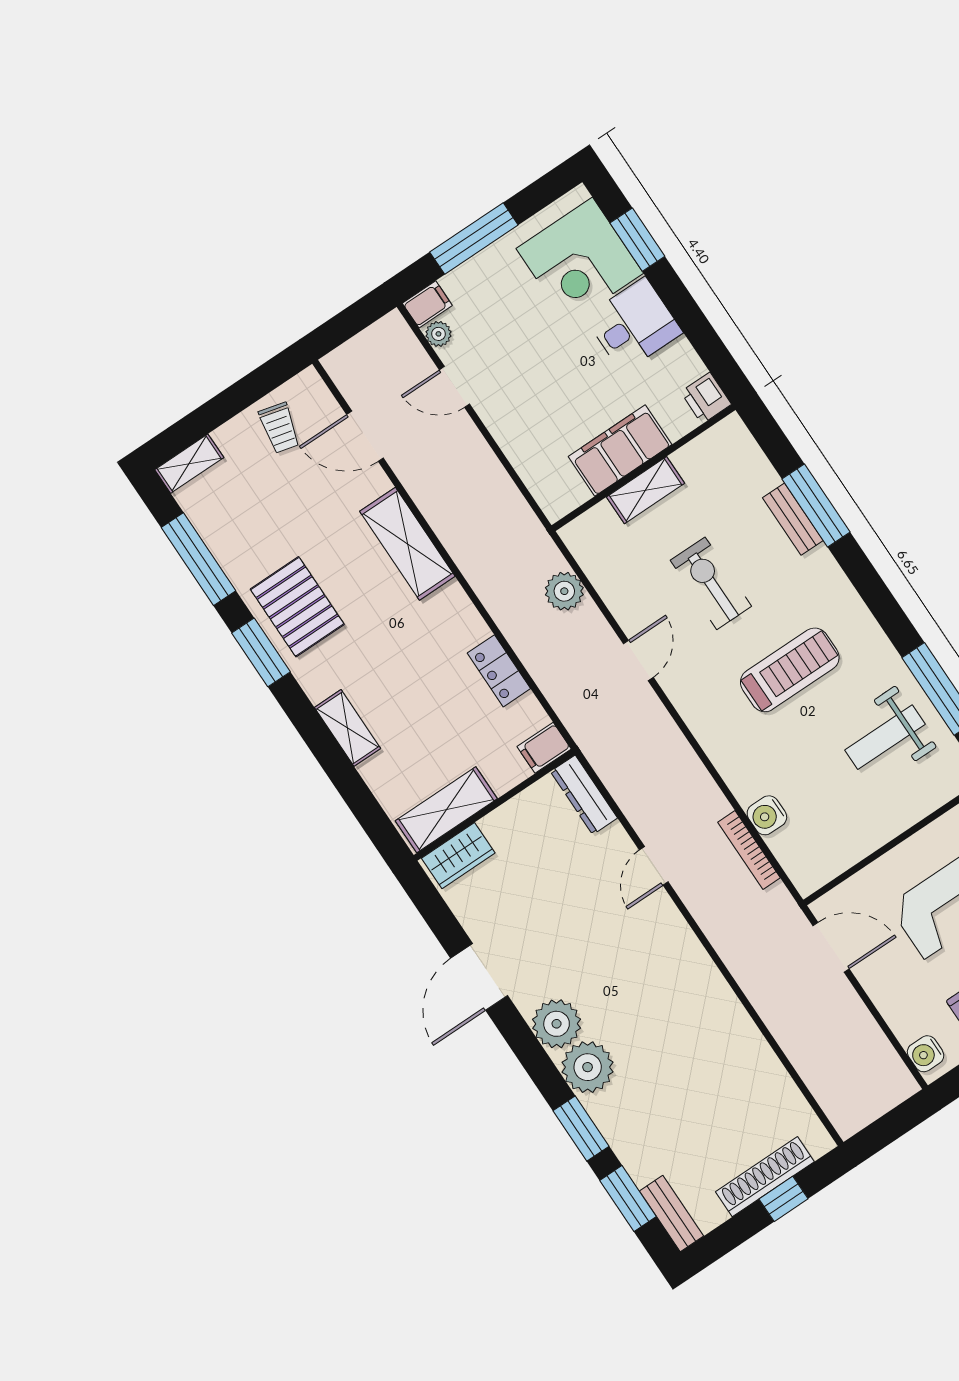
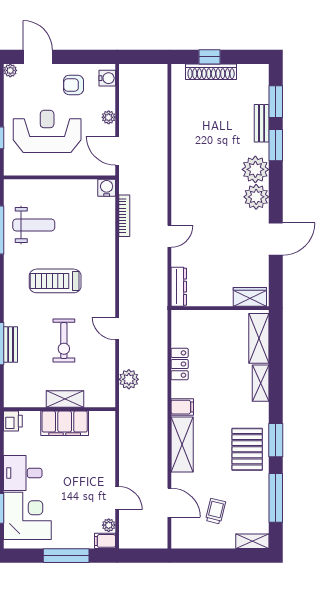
trolley: (279, 428) -> (216, 511), moved
door: (638, 660) -> (117, 328), hinge flipped
filing cabinet: (544, 748) -> (182, 407), moved
shelving: (446, 810) -> (259, 338), moved, turned 90
water cooler: (767, 815) -> (107, 188), moved, turned -90
plant: (881, 992) -> (109, 117), added
bench: (671, 1214) -> (262, 123), moved

